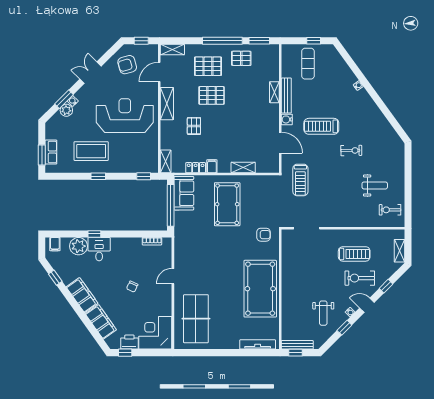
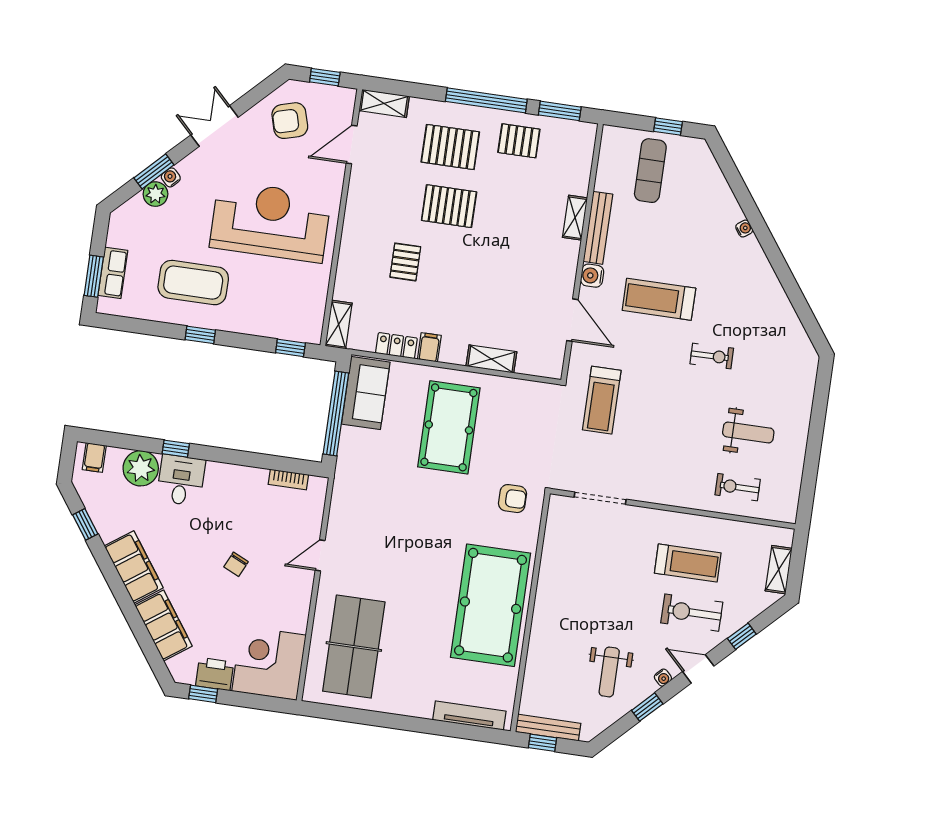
shelving: (167, 104) -> (358, 210), removed
exercise bike: (390, 210) -> (738, 487), moved

